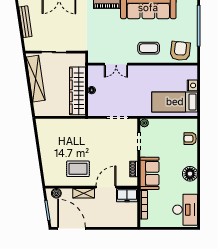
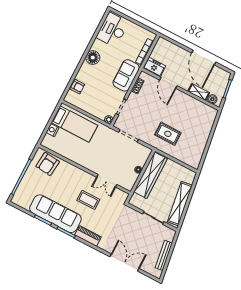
coffee table: (149, 48) -> (88, 200), moved
double door: (116, 64) -> (107, 181), swing flipped
rug: (78, 169) -> (168, 134), moved
door: (106, 187) -> (168, 83), hinge flipped
shelving: (84, 193) -> (199, 92), moved
door: (72, 228) -> (204, 57), moved

